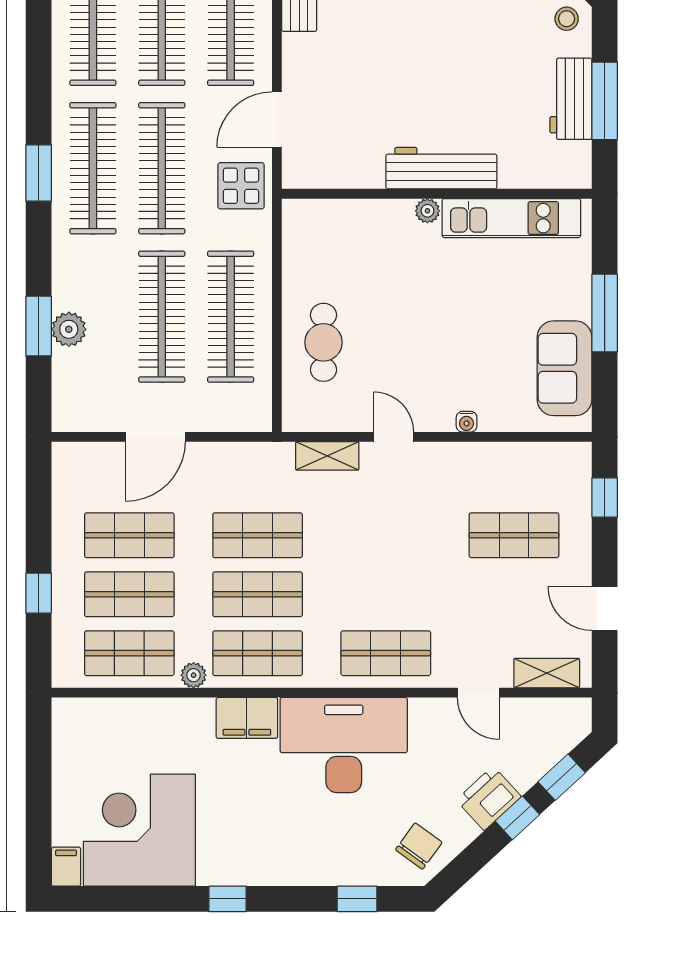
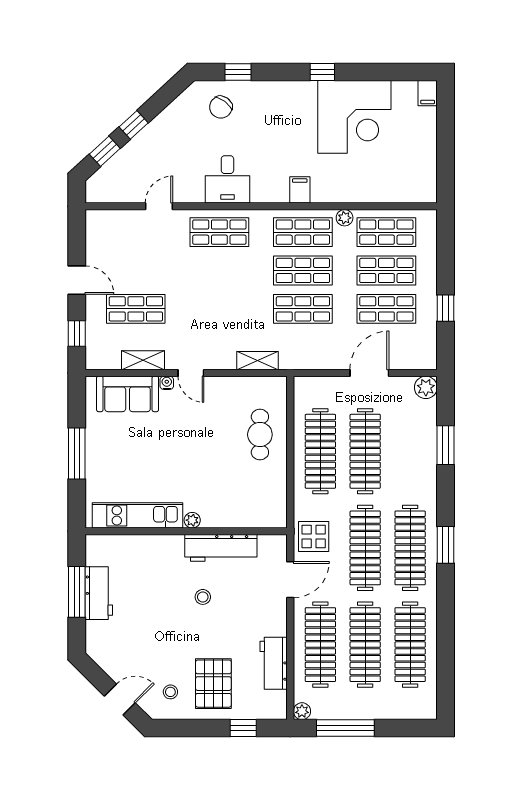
stool: (567, 19) -> (203, 597), moved
workbench: (441, 168) -> (221, 548), moved
plant: (69, 329) -> (426, 387), moved
sofa: (564, 368) -> (128, 394), moved, turned 90
door: (394, 437) -> (191, 373), moved
window: (39, 593) -> (445, 308), moved
door: (605, 609) -> (77, 280), moved
shelving: (547, 673) -> (143, 360), moved
door: (478, 693) -> (159, 206), hinge flipped
filing cabinet: (247, 718) -> (300, 190), width x0.50
desk: (344, 745) -> (227, 179), width x0.53, depth x0.77
printer: (489, 798) -> (152, 138), removed
corner desk: (139, 830) -> (354, 117), moved
chair: (419, 846) -> (221, 107), moved

